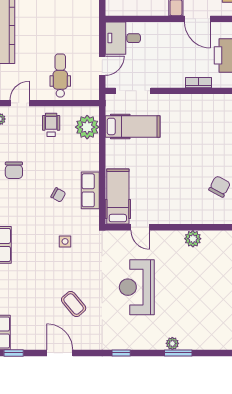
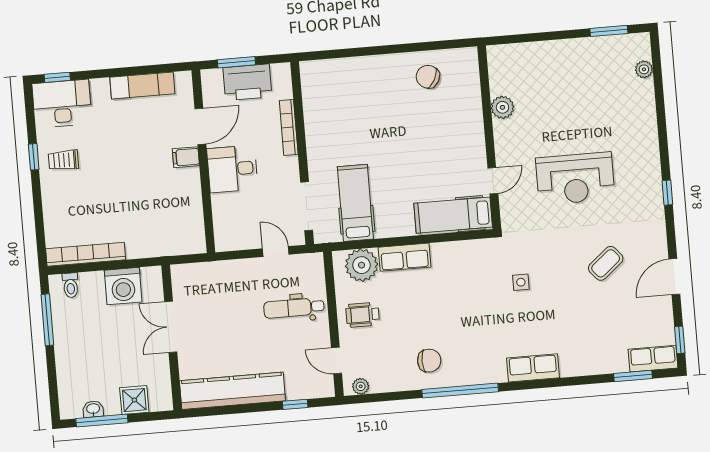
desk: (123, 38) -> (232, 169), moved, turned 90
bookcase: (199, 83) -> (289, 127), width x1.56
row of seats: (90, 190) -> (405, 257), moved
chair: (58, 195) -> (458, 297), removed
plant: (172, 343) -> (644, 69), moved
window: (178, 353) -> (661, 114), removed

